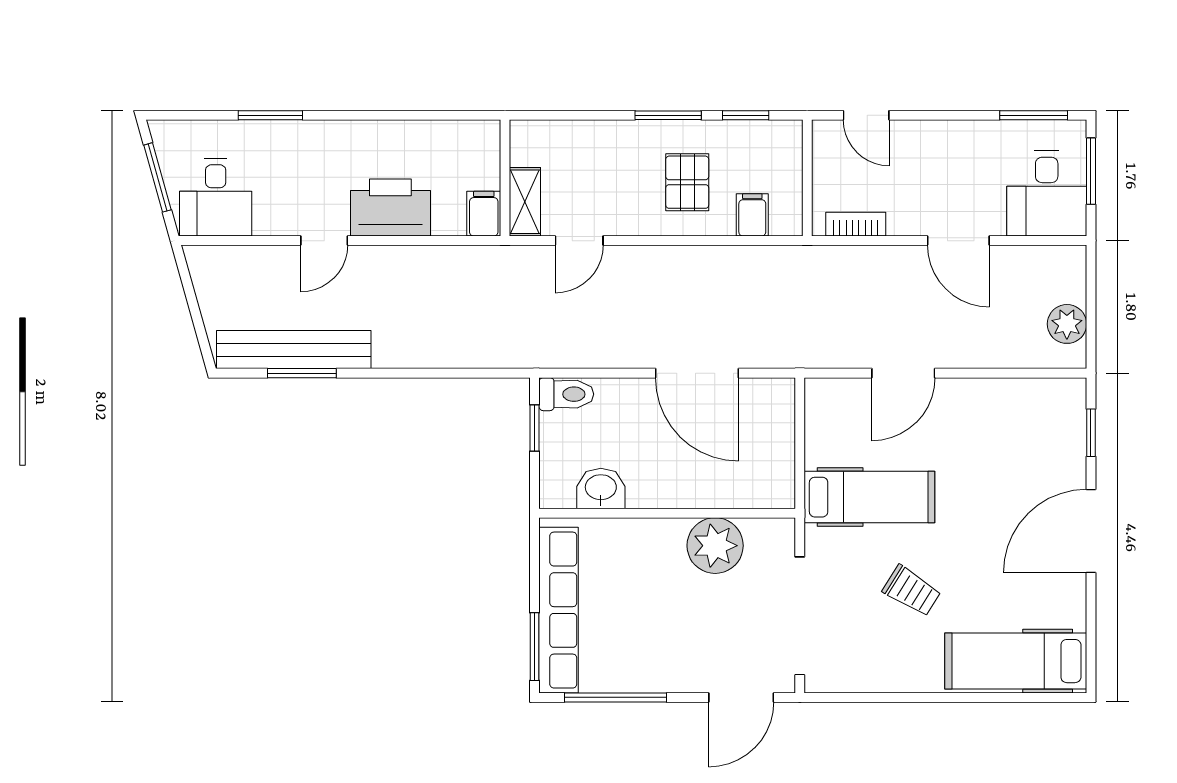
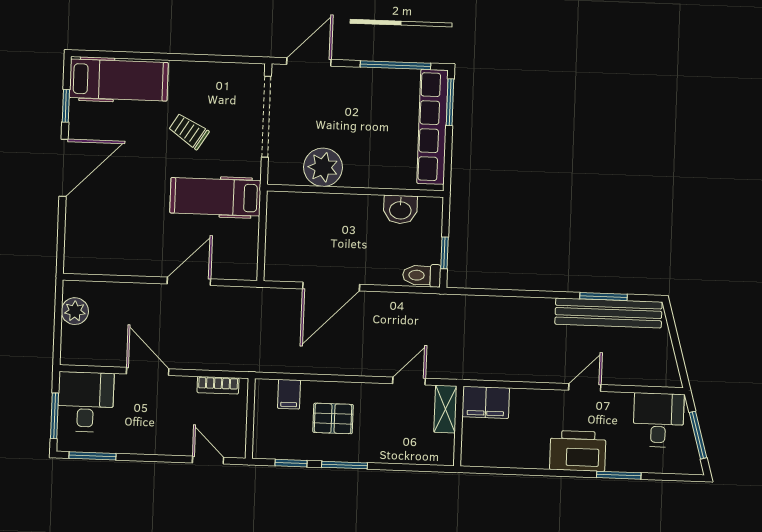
pallet: (687, 182) -> (333, 418), turned 90
printer: (390, 207) -> (578, 451), moved, turned 180
filing cabinet: (484, 214) -> (486, 402), width x2.00
door: (697, 373) -> (331, 287), swing flipped
window: (1091, 433) -> (66, 106), moved

